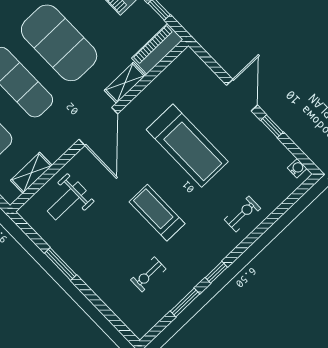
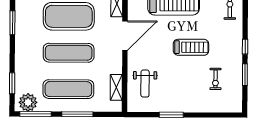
door: (98, 126) -> (125, 36), hinge flipped
treadmill: (157, 213) -> (191, 47), turned 180

